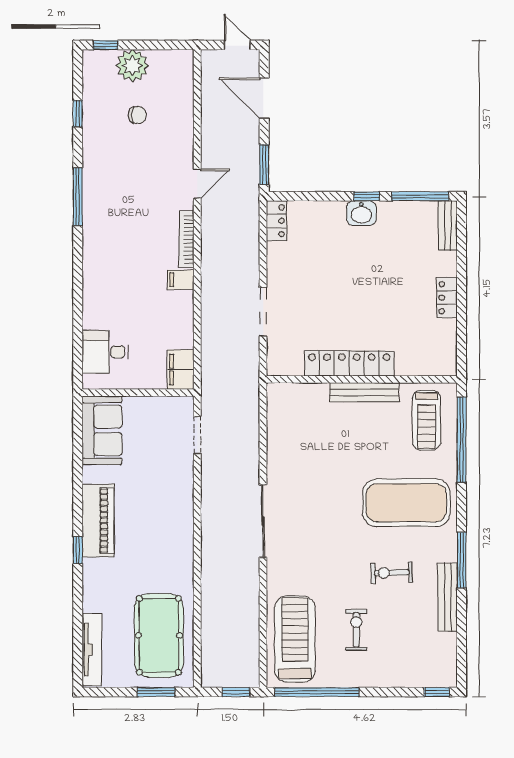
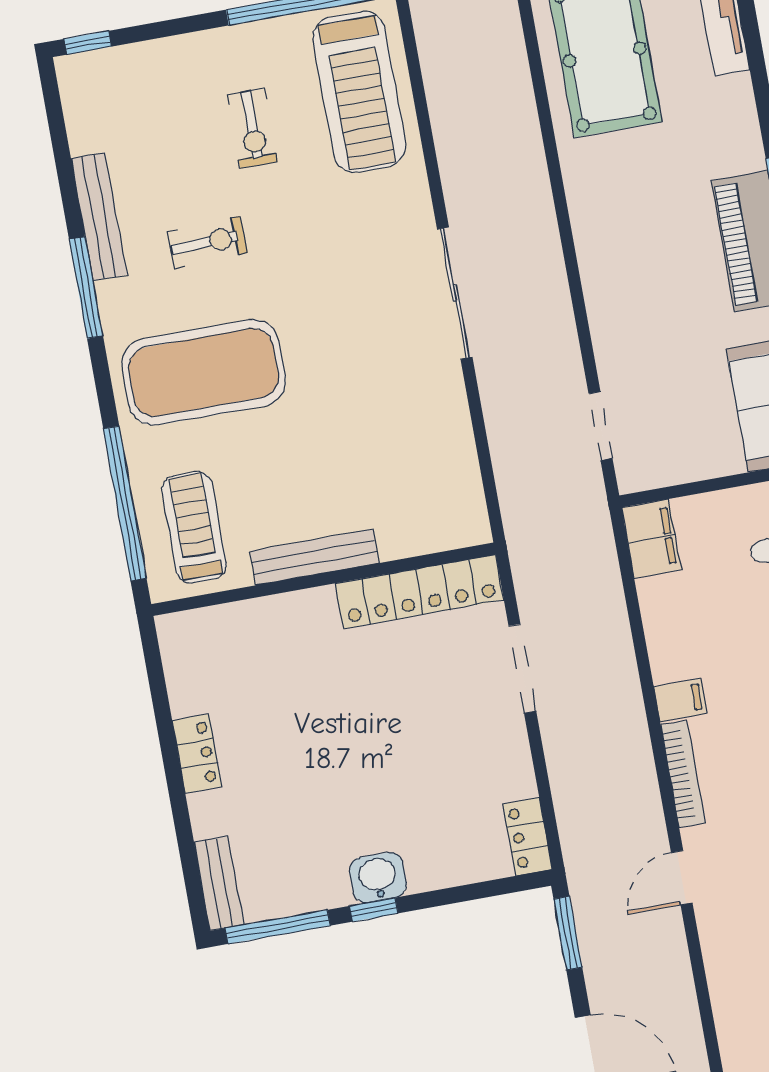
locker: (349, 363) -> (419, 592), moved

